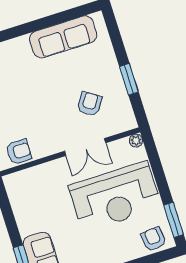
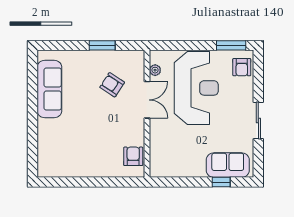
plant: (136, 141) -> (155, 70), moved
armchair: (154, 239) -> (242, 67), turned -84

